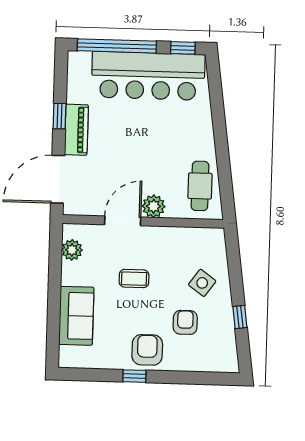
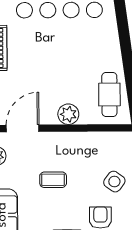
door: (123, 221) -> (23, 128), moved

